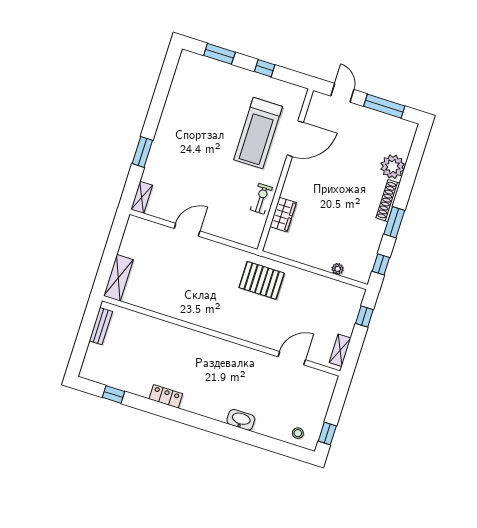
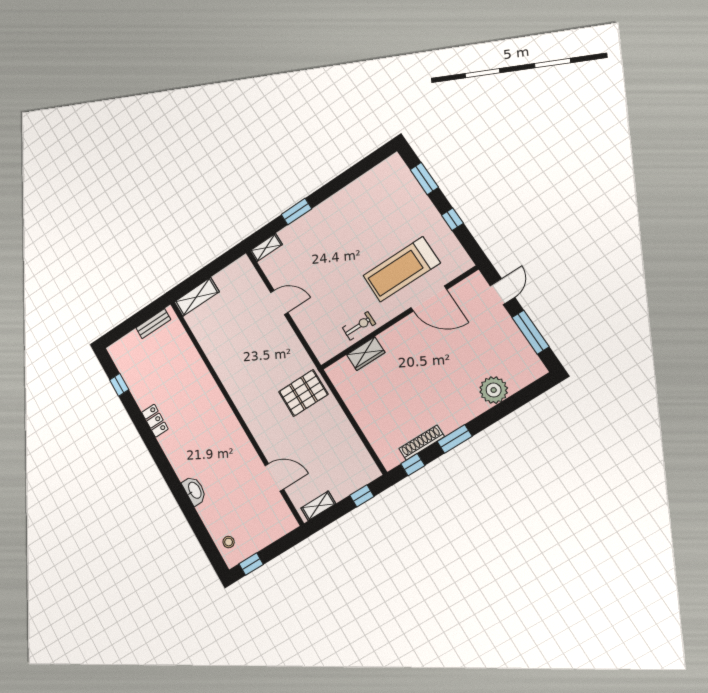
shoe rack: (388, 201) -> (422, 443), moved
plant: (338, 269) -> (373, 437), removed
pallet: (262, 280) -> (303, 393), turned 90

